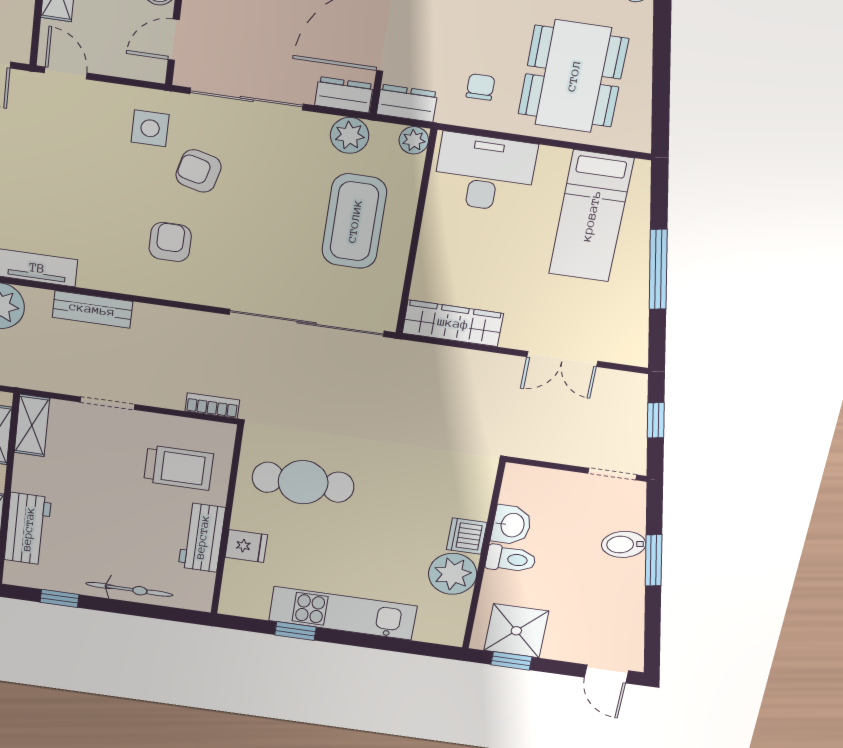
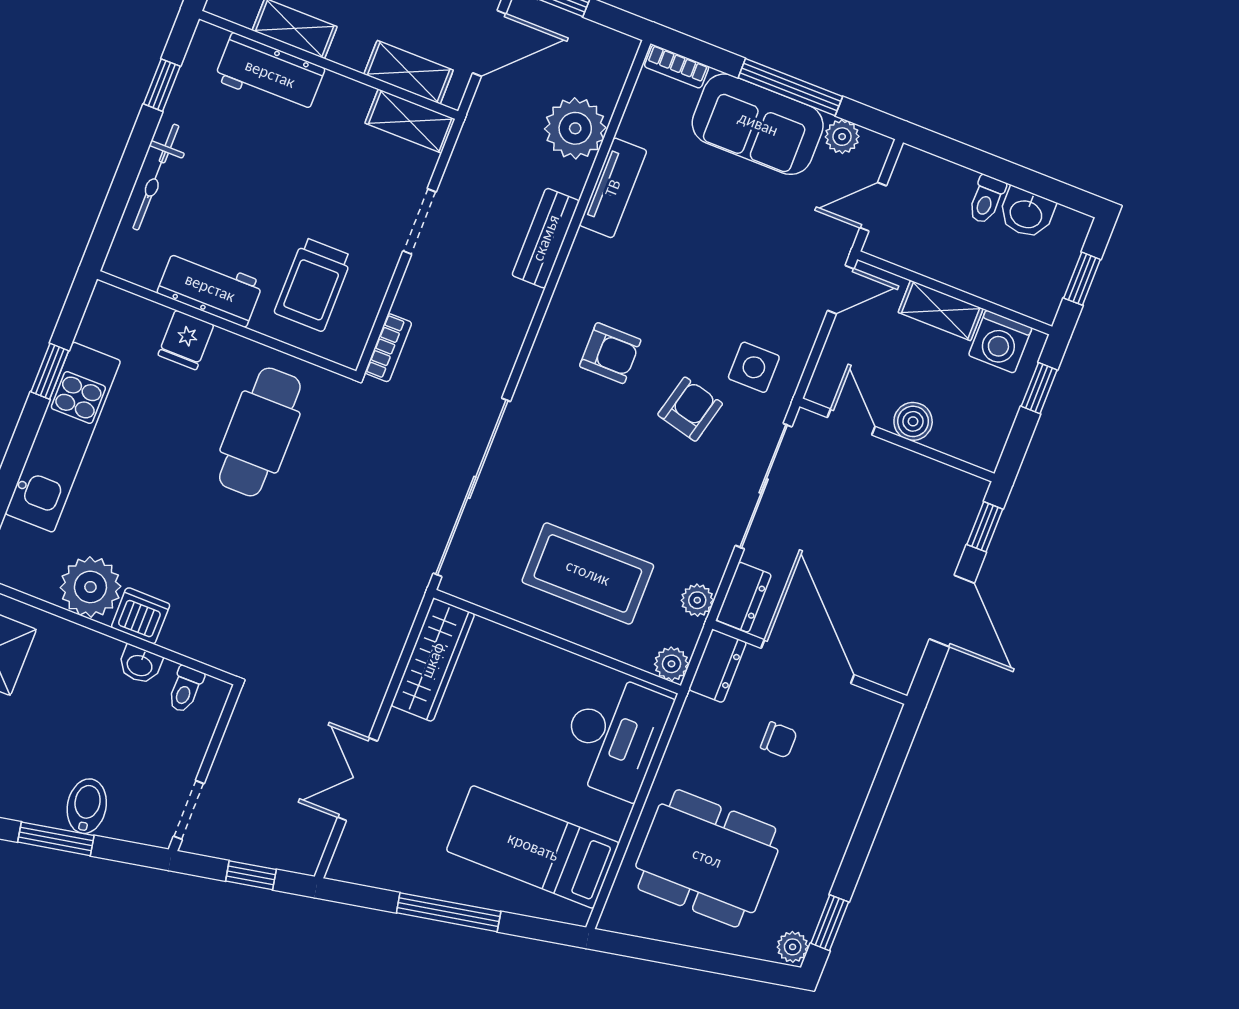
chair: (480, 87) -> (779, 740), moved
plant: (350, 135) -> (697, 600), width x0.73, depth x0.73
washbasin: (512, 525) -> (140, 665), width x0.72, depth x0.69
toilet: (511, 559) -> (185, 689), moved, width x0.73, depth x0.72

